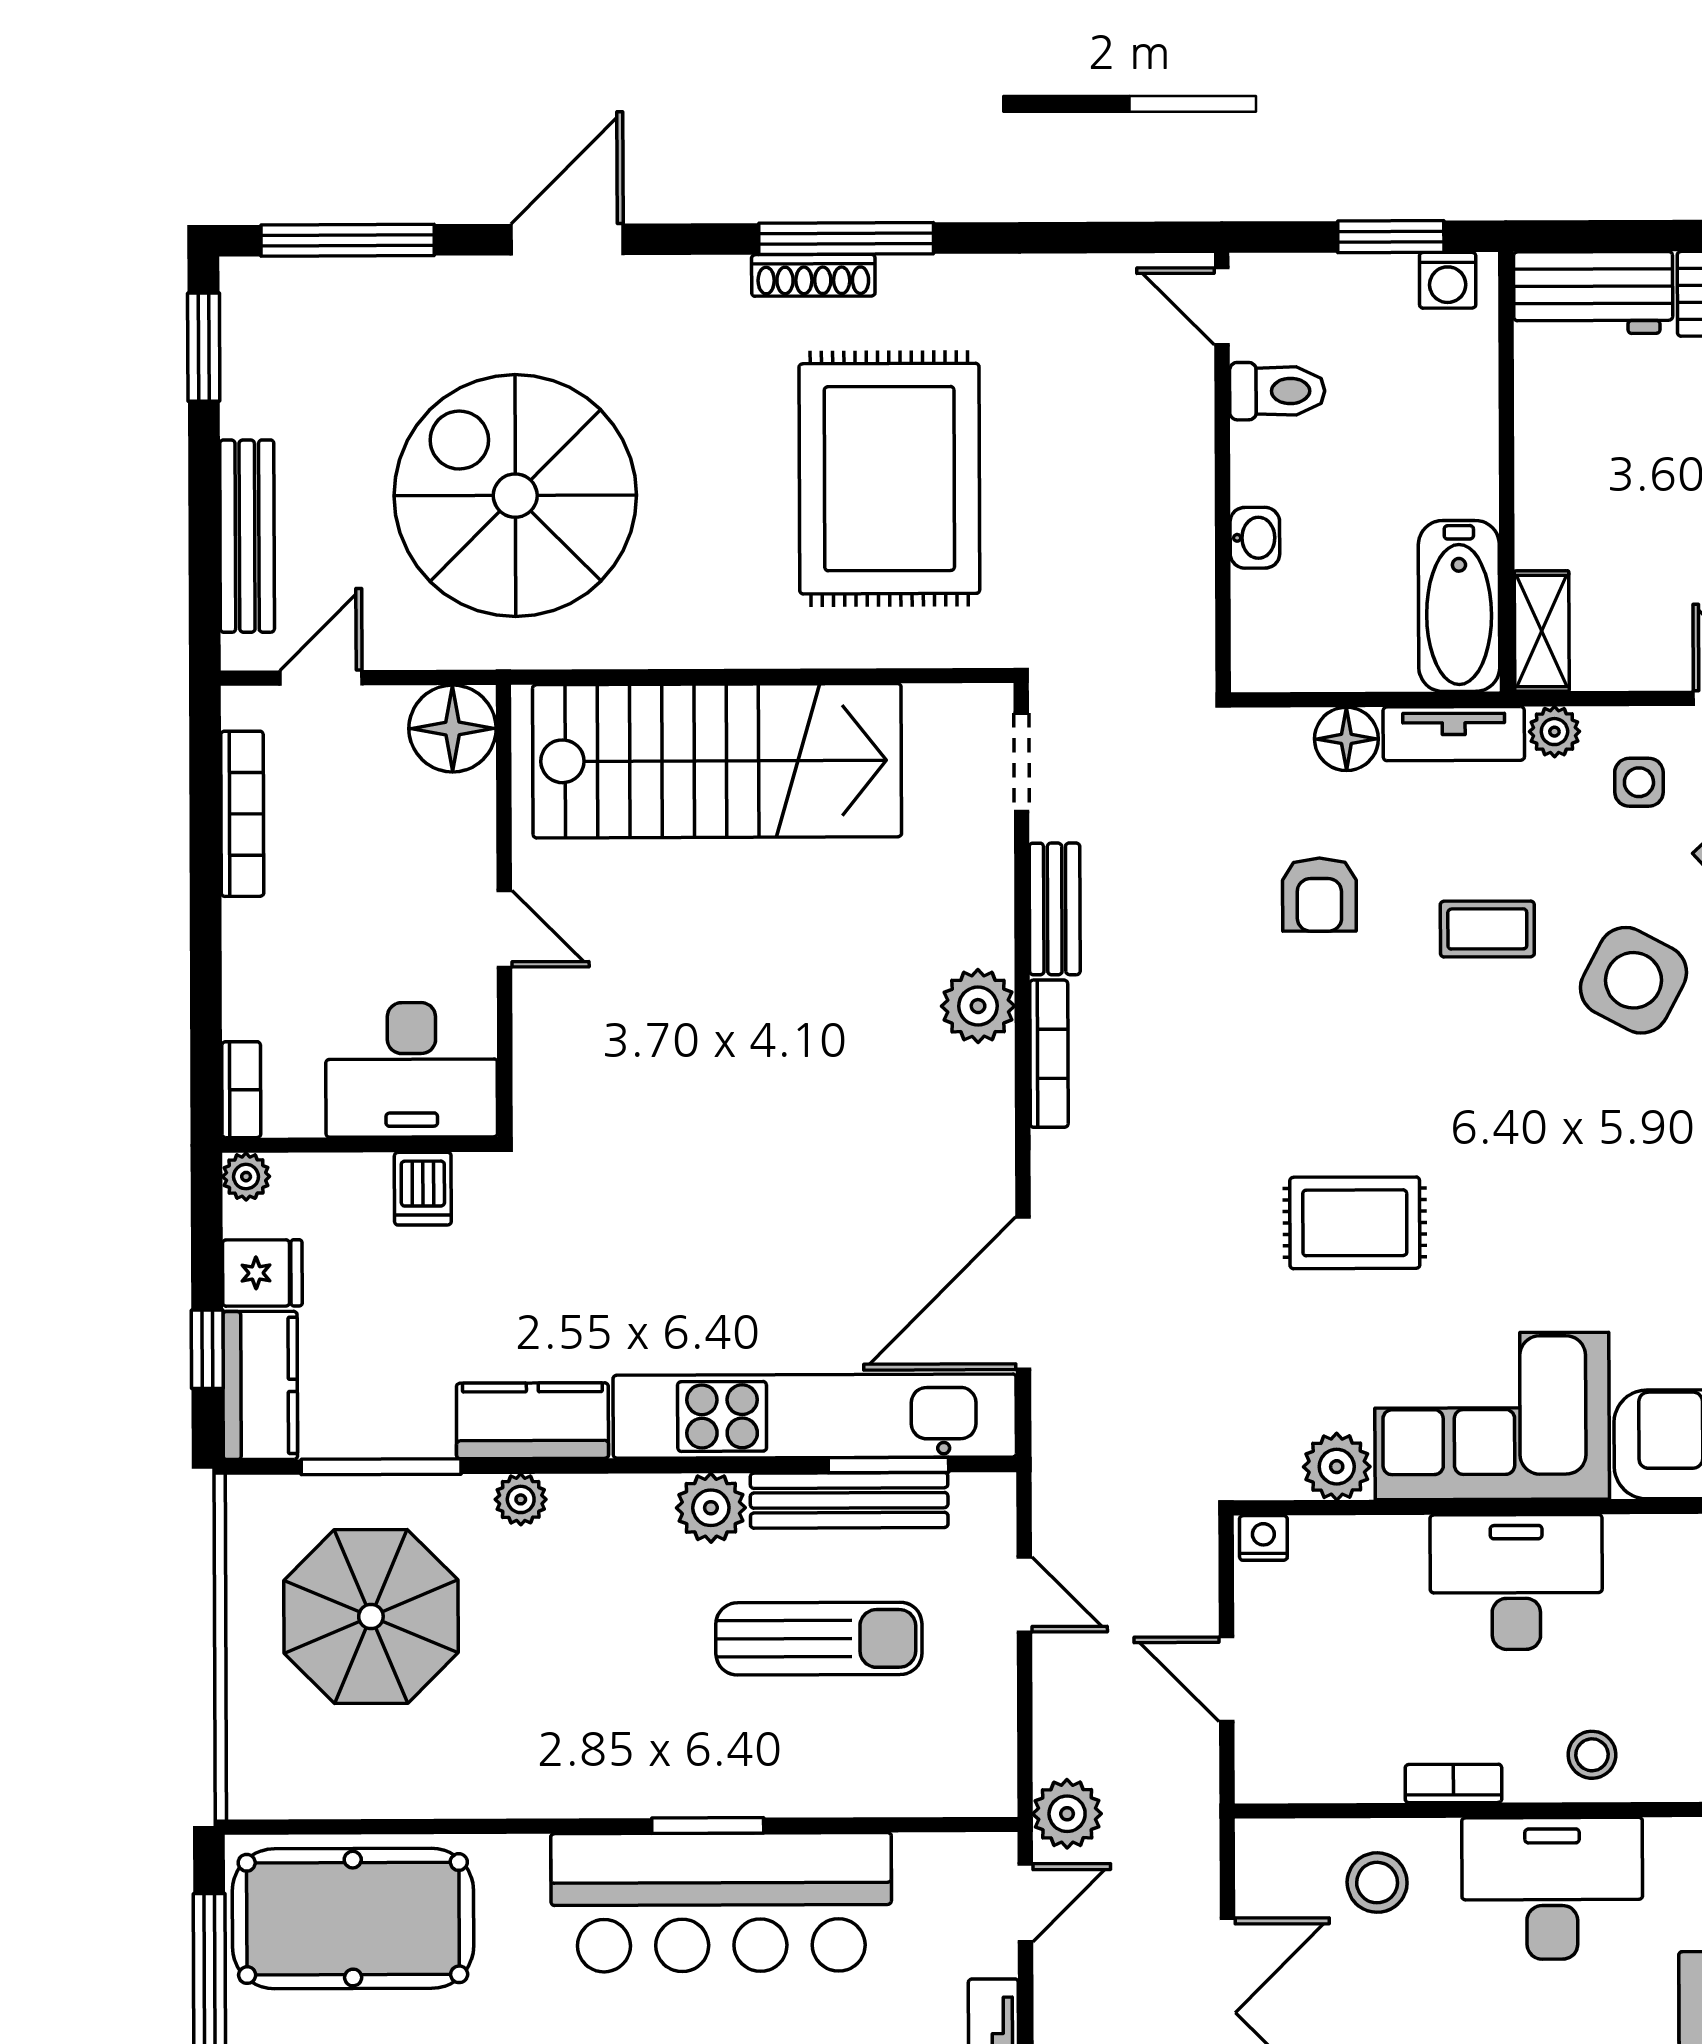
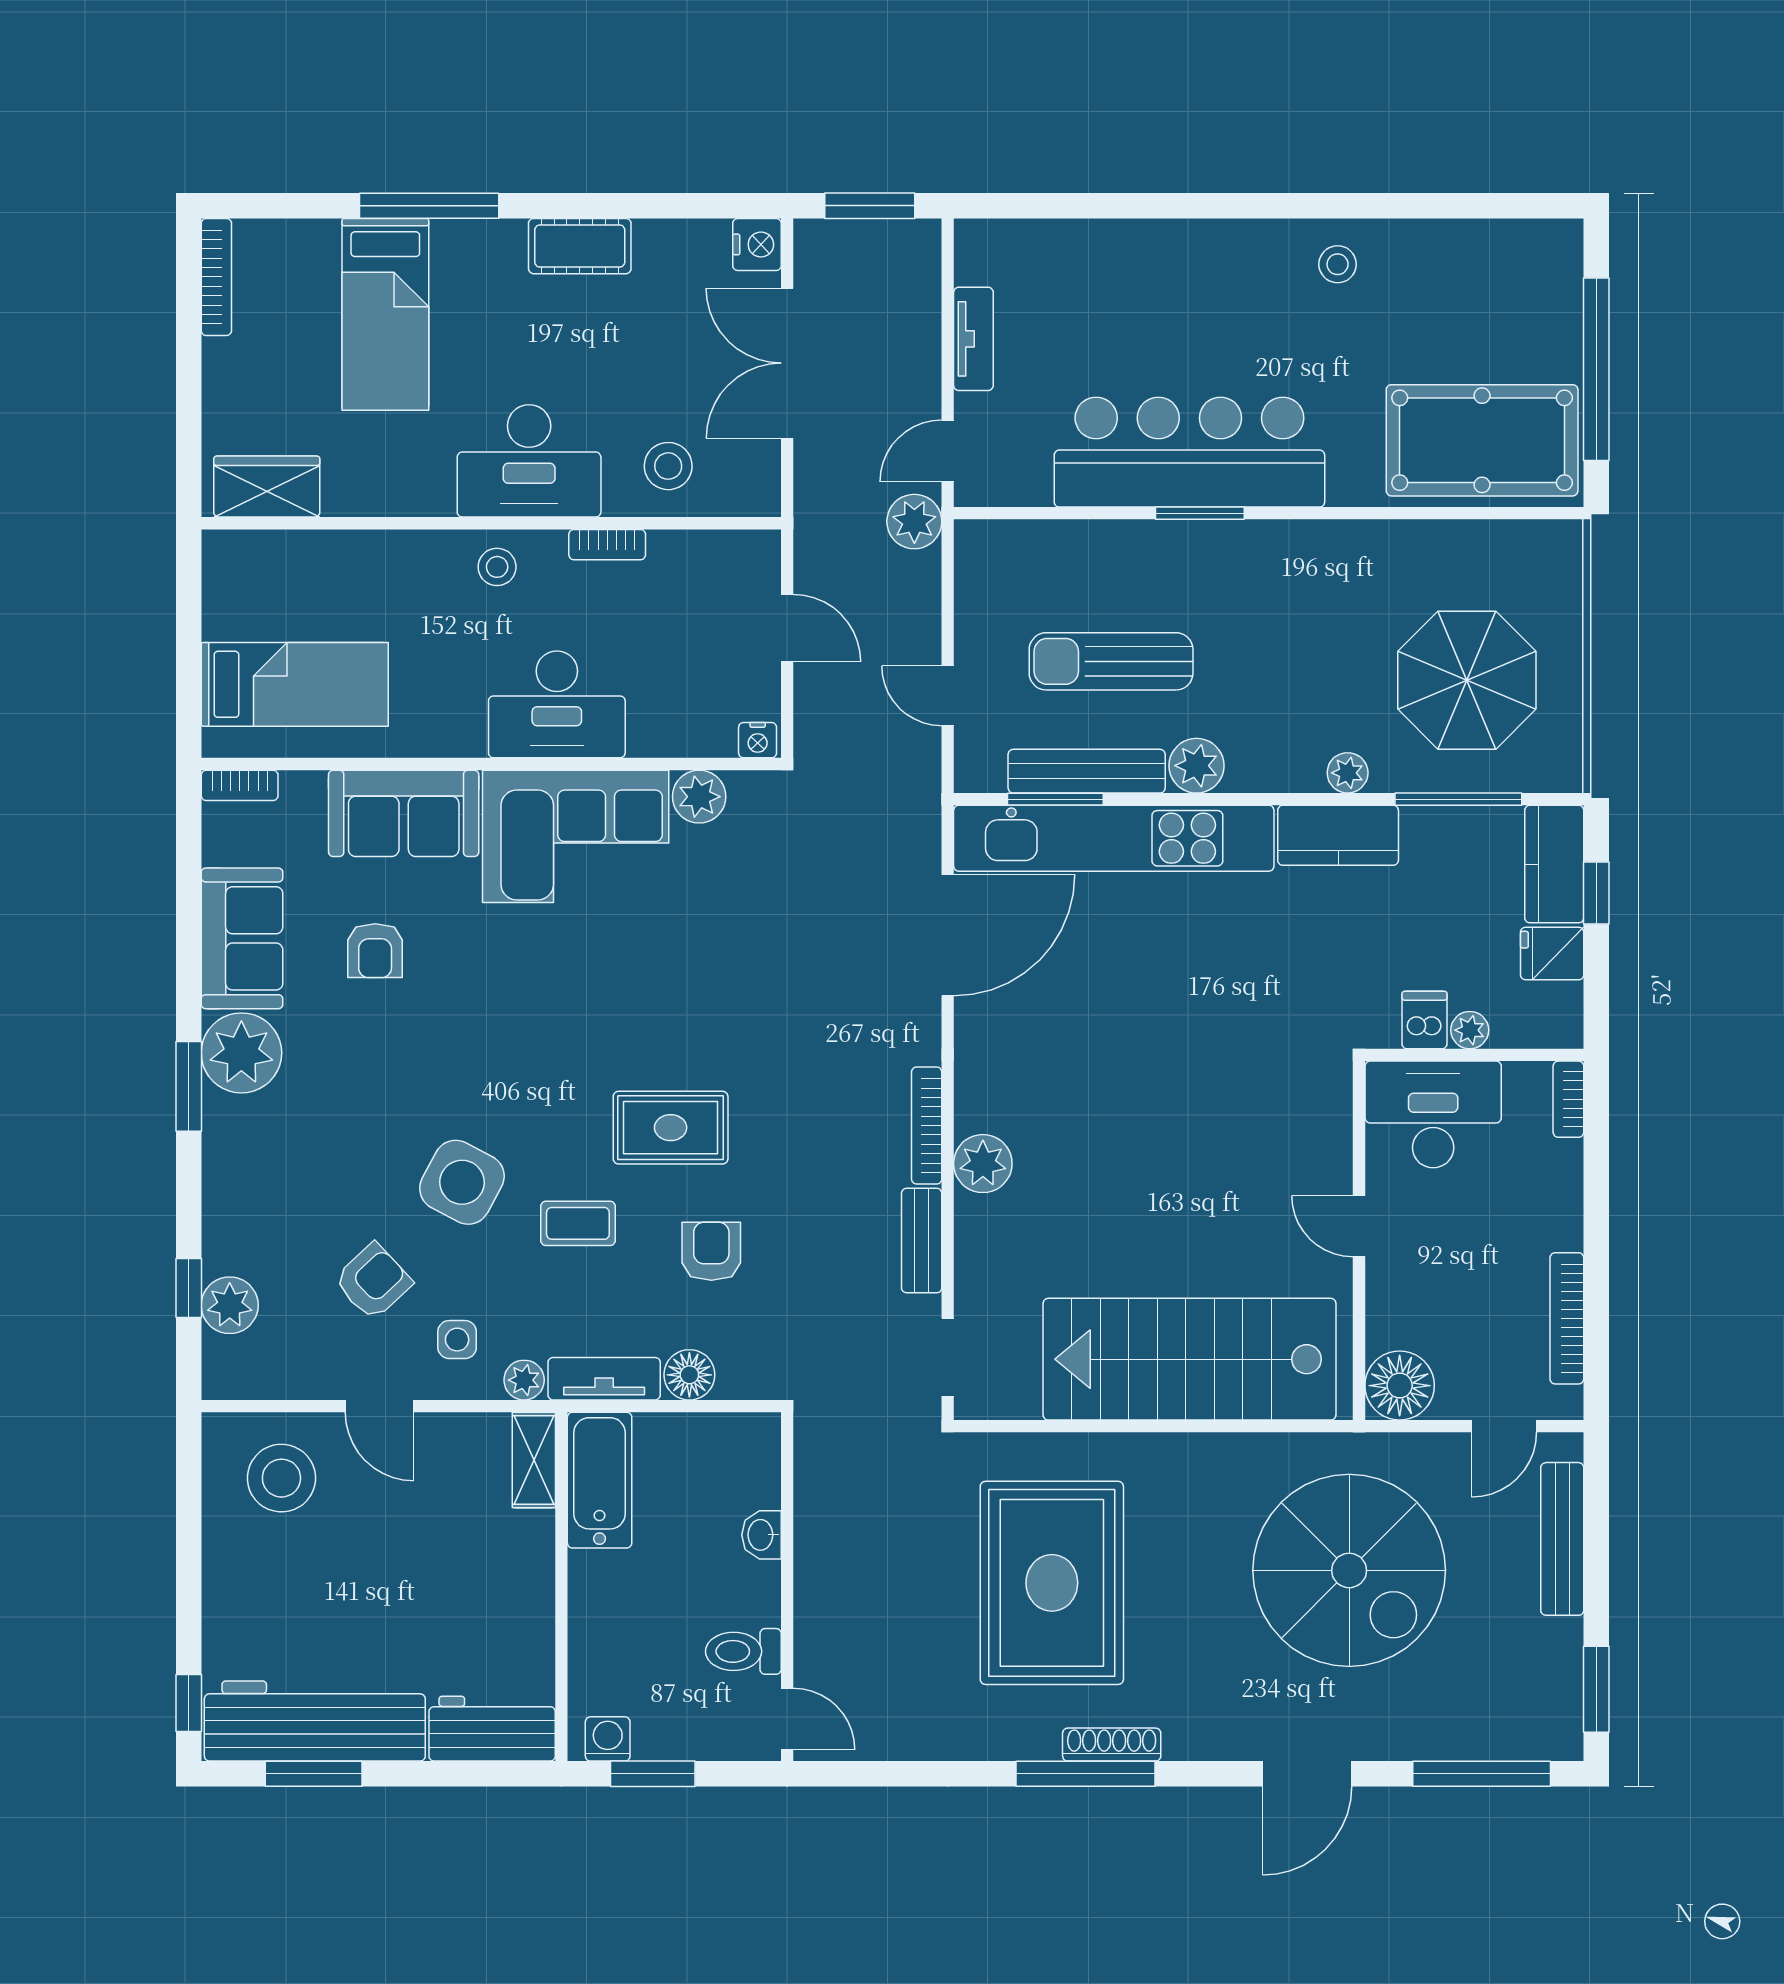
plant: (246, 1177) -> (1470, 1030), moved
rug: (1355, 1223) -> (671, 1128), moved

